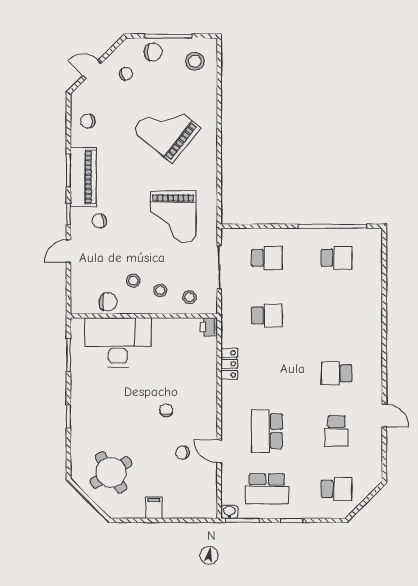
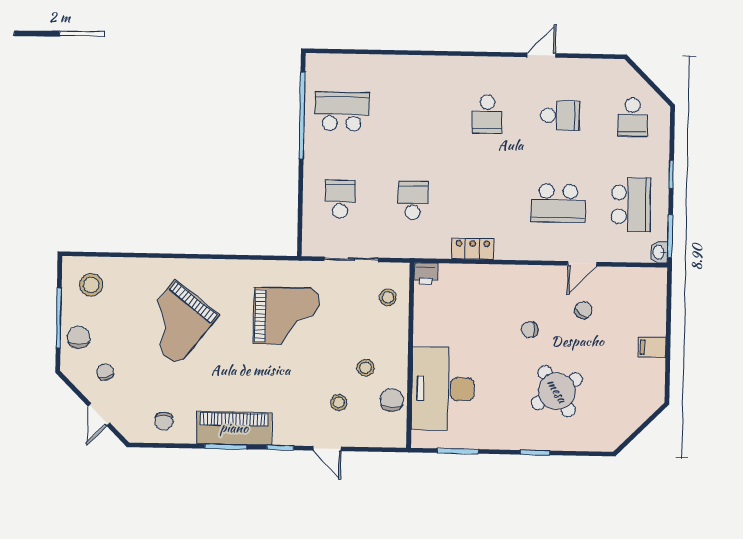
chair: (99, 221) -> (290, 409), removed
school desk: (337, 258) -> (342, 111), width x1.85
stool: (160, 290) -> (339, 402), moved
chair: (183, 453) -> (583, 310), turned -146
round table: (111, 472) -> (557, 391), moved
school desk: (337, 489) -> (633, 117), turned 180

